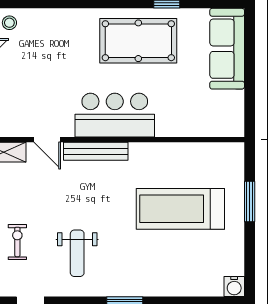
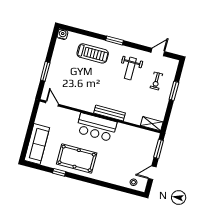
door: (47, 140) -> (52, 103), moved
treadmill: (180, 209) -> (93, 53), moved, width x0.73, depth x0.73
weight bench: (77, 253) -> (130, 68), turned 180

